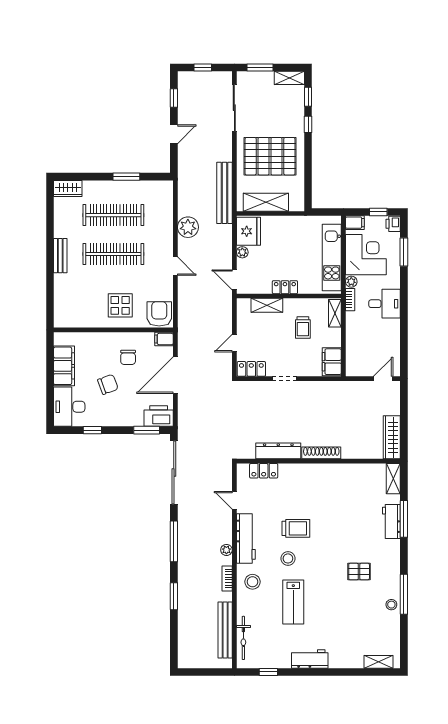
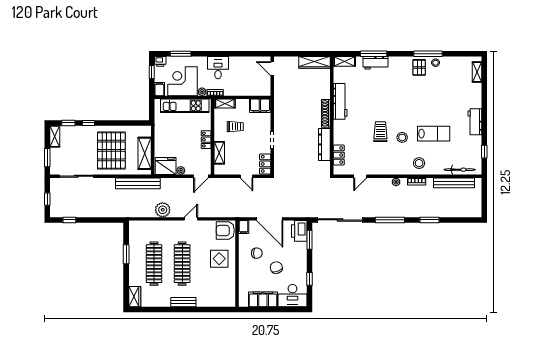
door: (174, 134) -> (95, 220), removed
workbench: (246, 538) -> (340, 101), moved, turned 90
pallet: (359, 572) -> (419, 67), moved

